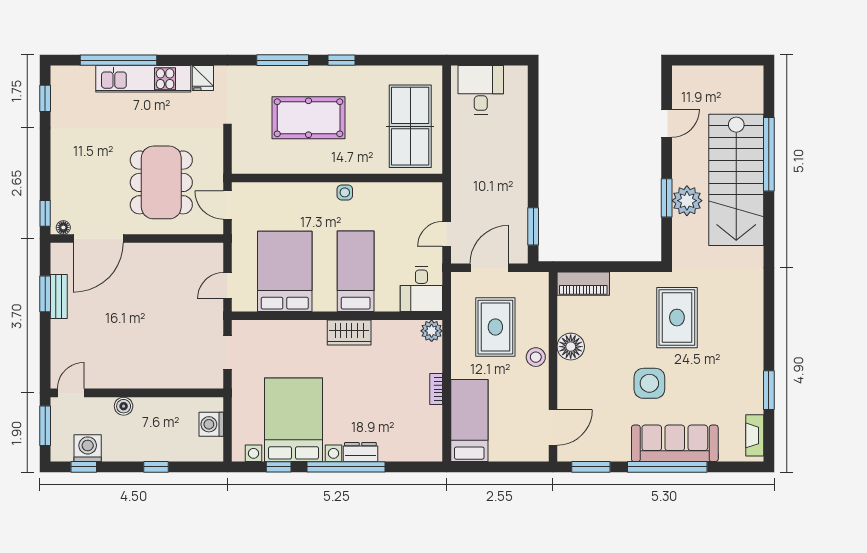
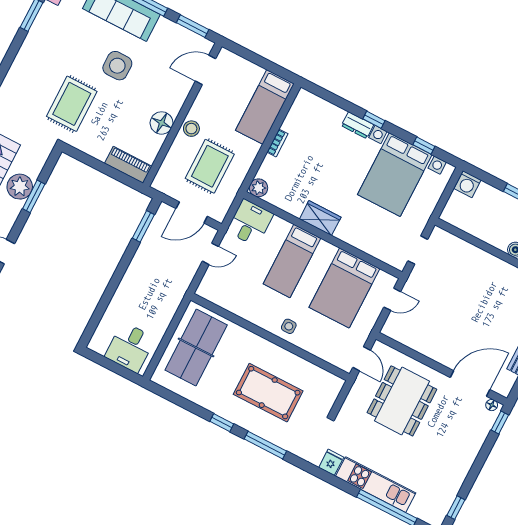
side table: (345, 192) -> (289, 326), moved
washing machine: (211, 424) -> (467, 184), moved, turned 90
window: (346, 467) -> (374, 120), width x0.32

